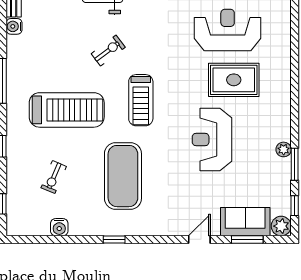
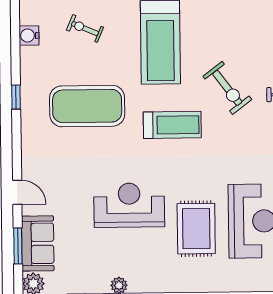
exercise bike: (108, 51) -> (227, 88), width x1.38, depth x1.39
treadmill: (141, 100) -> (172, 125), turned 180

